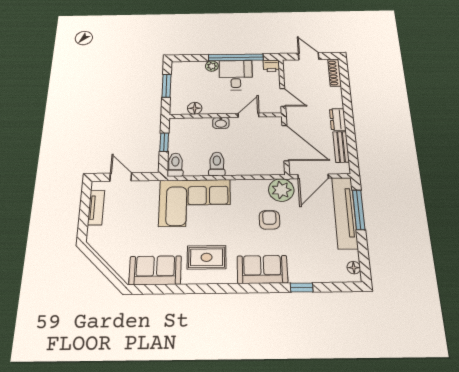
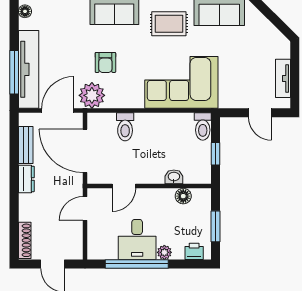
printer: (271, 66) -> (194, 251), moved
door: (283, 97) -> (85, 209), hinge flipped
washbasin: (221, 123) -> (174, 177), moved
toilet: (217, 164) -> (125, 127), moved

